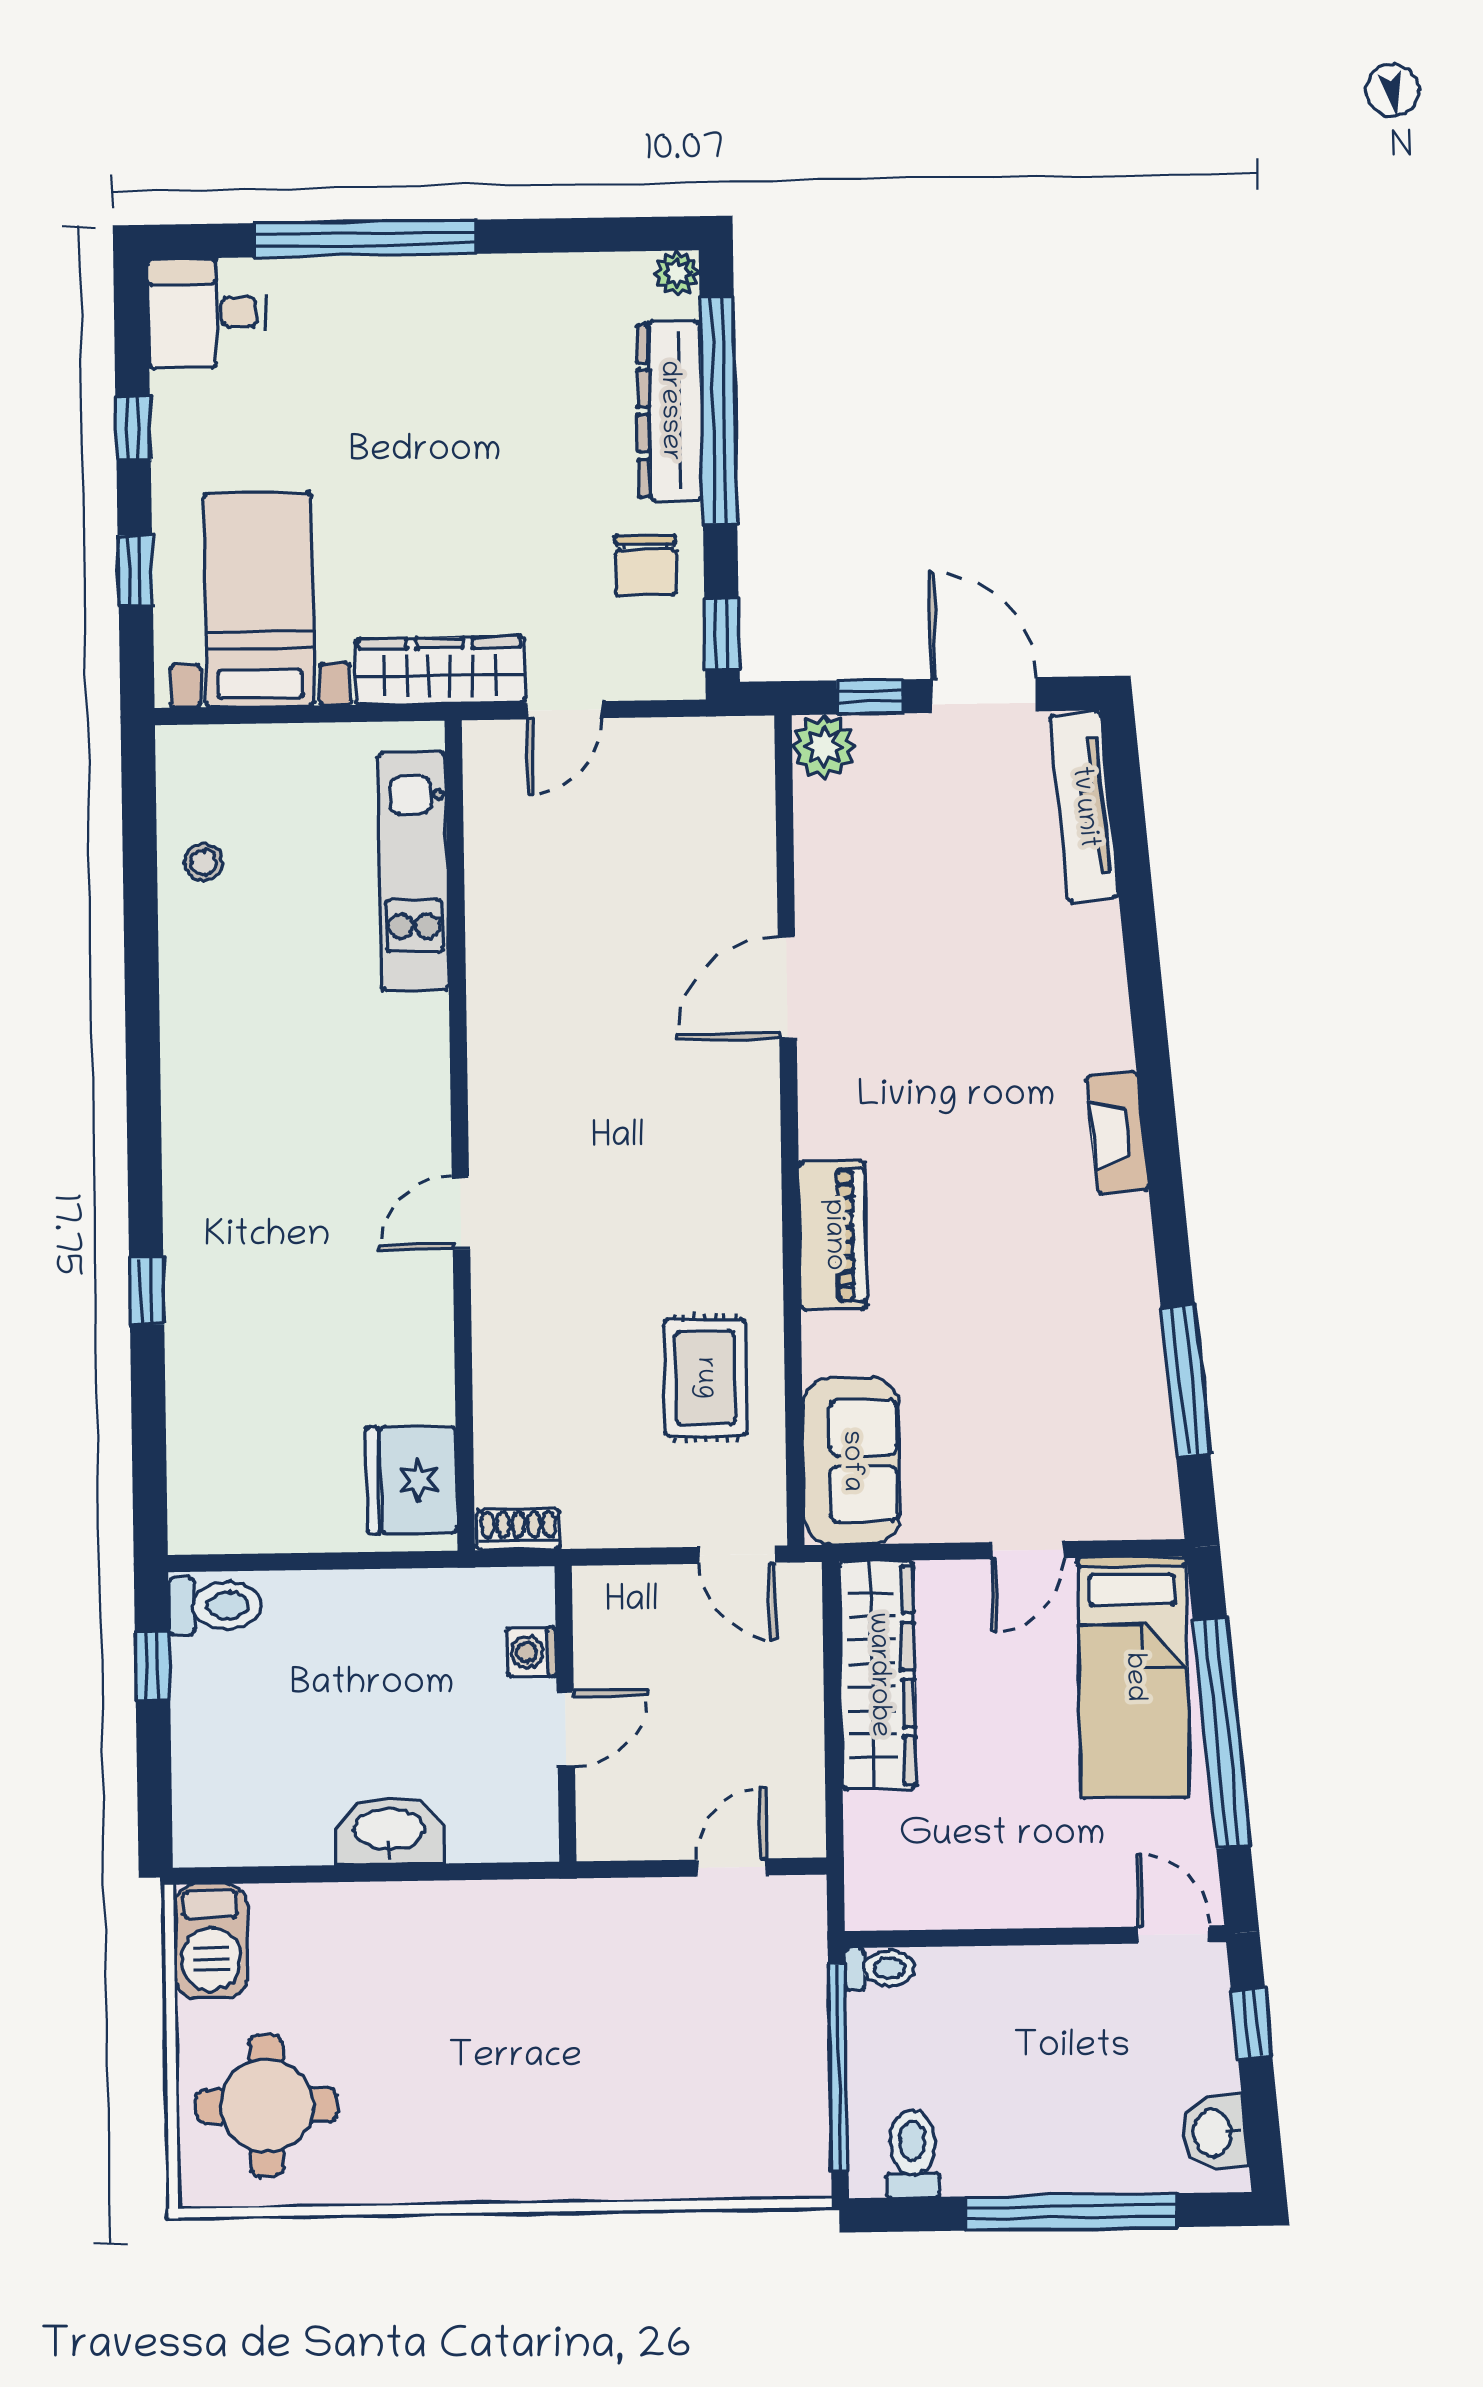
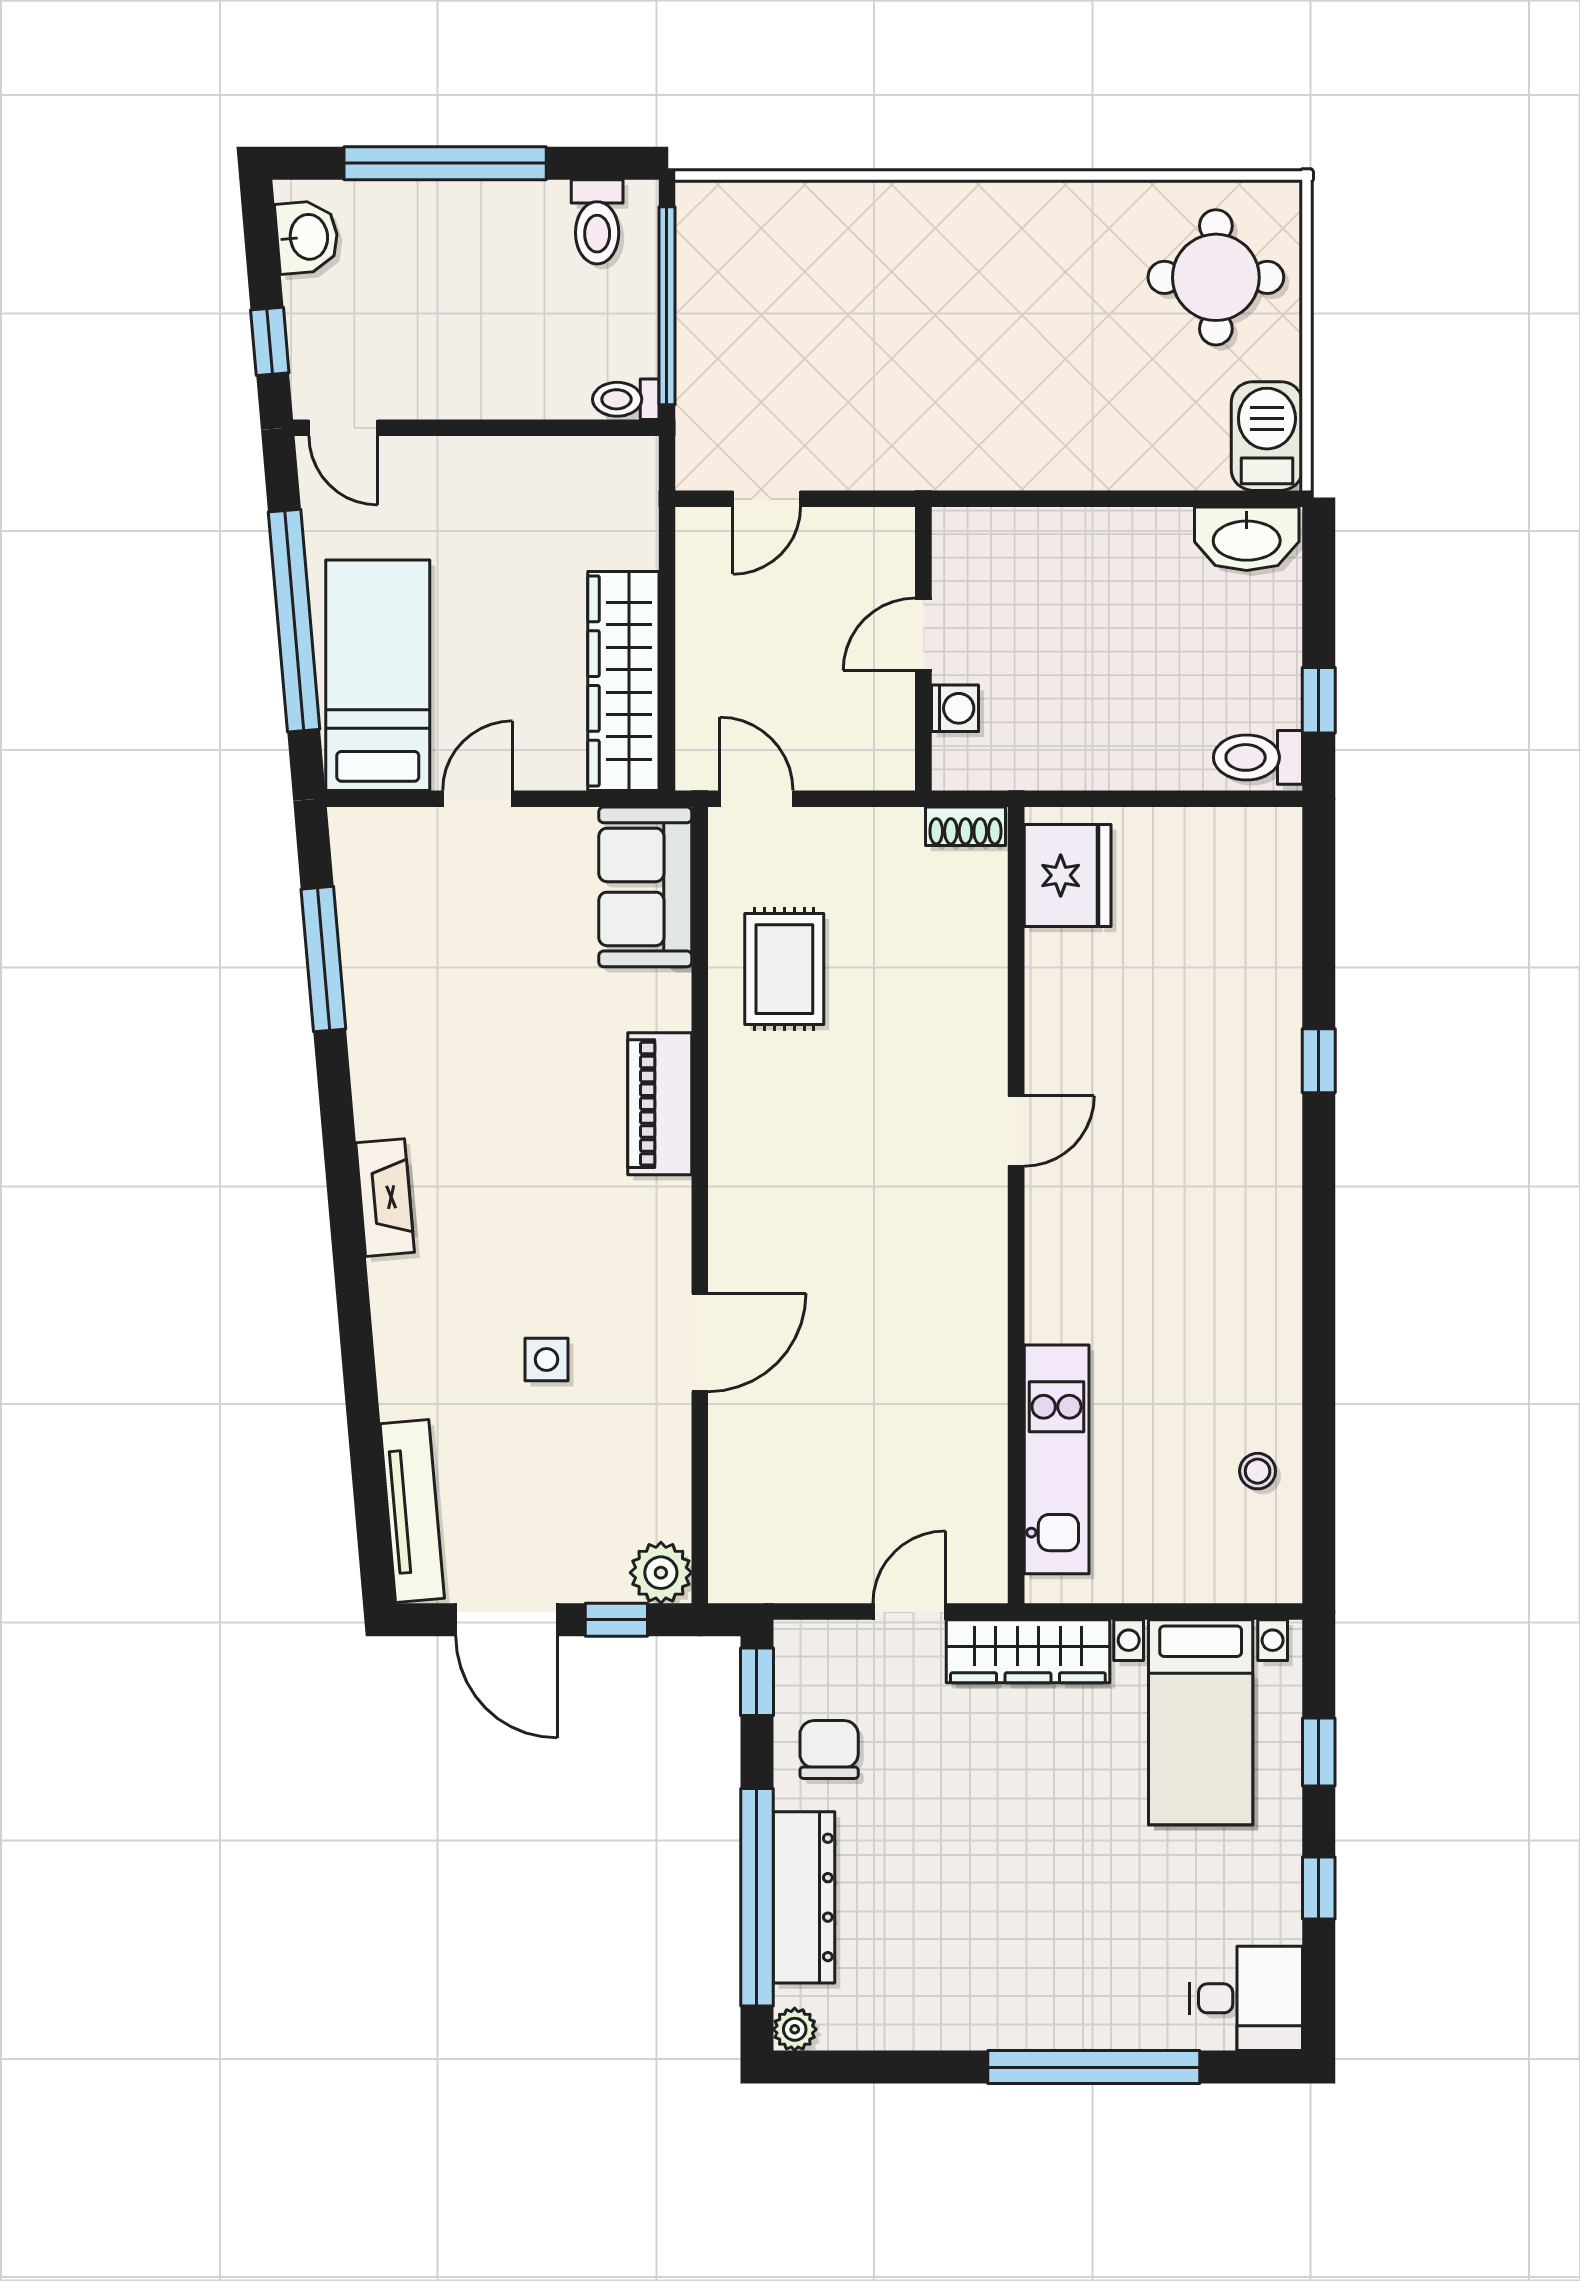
side table: (947, 967) -> (547, 1359), added
washbasin: (389, 1831) -> (1247, 539), moved

